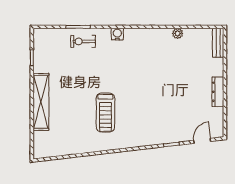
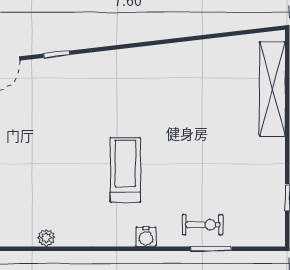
shelving: (41, 102) -> (272, 89), moved
treadmill: (105, 113) -> (125, 170), moved

